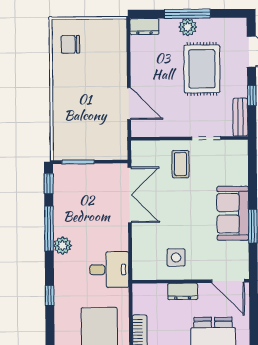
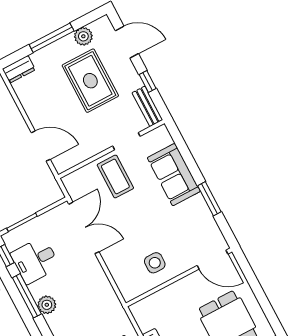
plant: (188, 27) -> (83, 36), moved
coffee table: (181, 164) -> (115, 176), width x1.36, depth x1.30
sofa: (233, 213) -> (174, 175), moved
desk: (109, 270) -> (35, 260), moved, turned 180
dresser: (183, 291) -> (176, 290), removed

